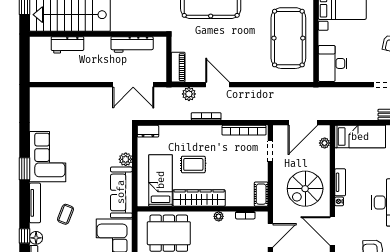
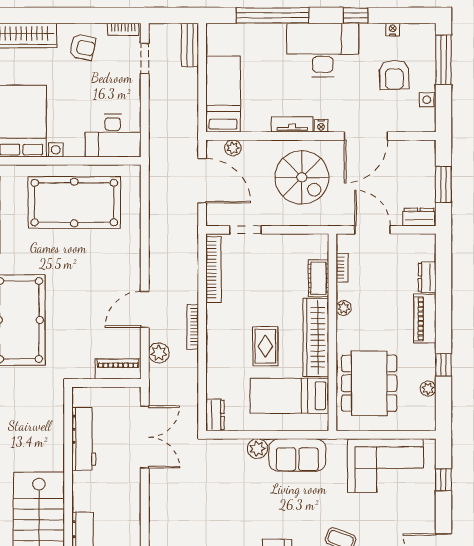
sofa: (121, 192) -> (297, 455), width x0.73
cot: (261, 194) -> (318, 278), moved, turned 90

